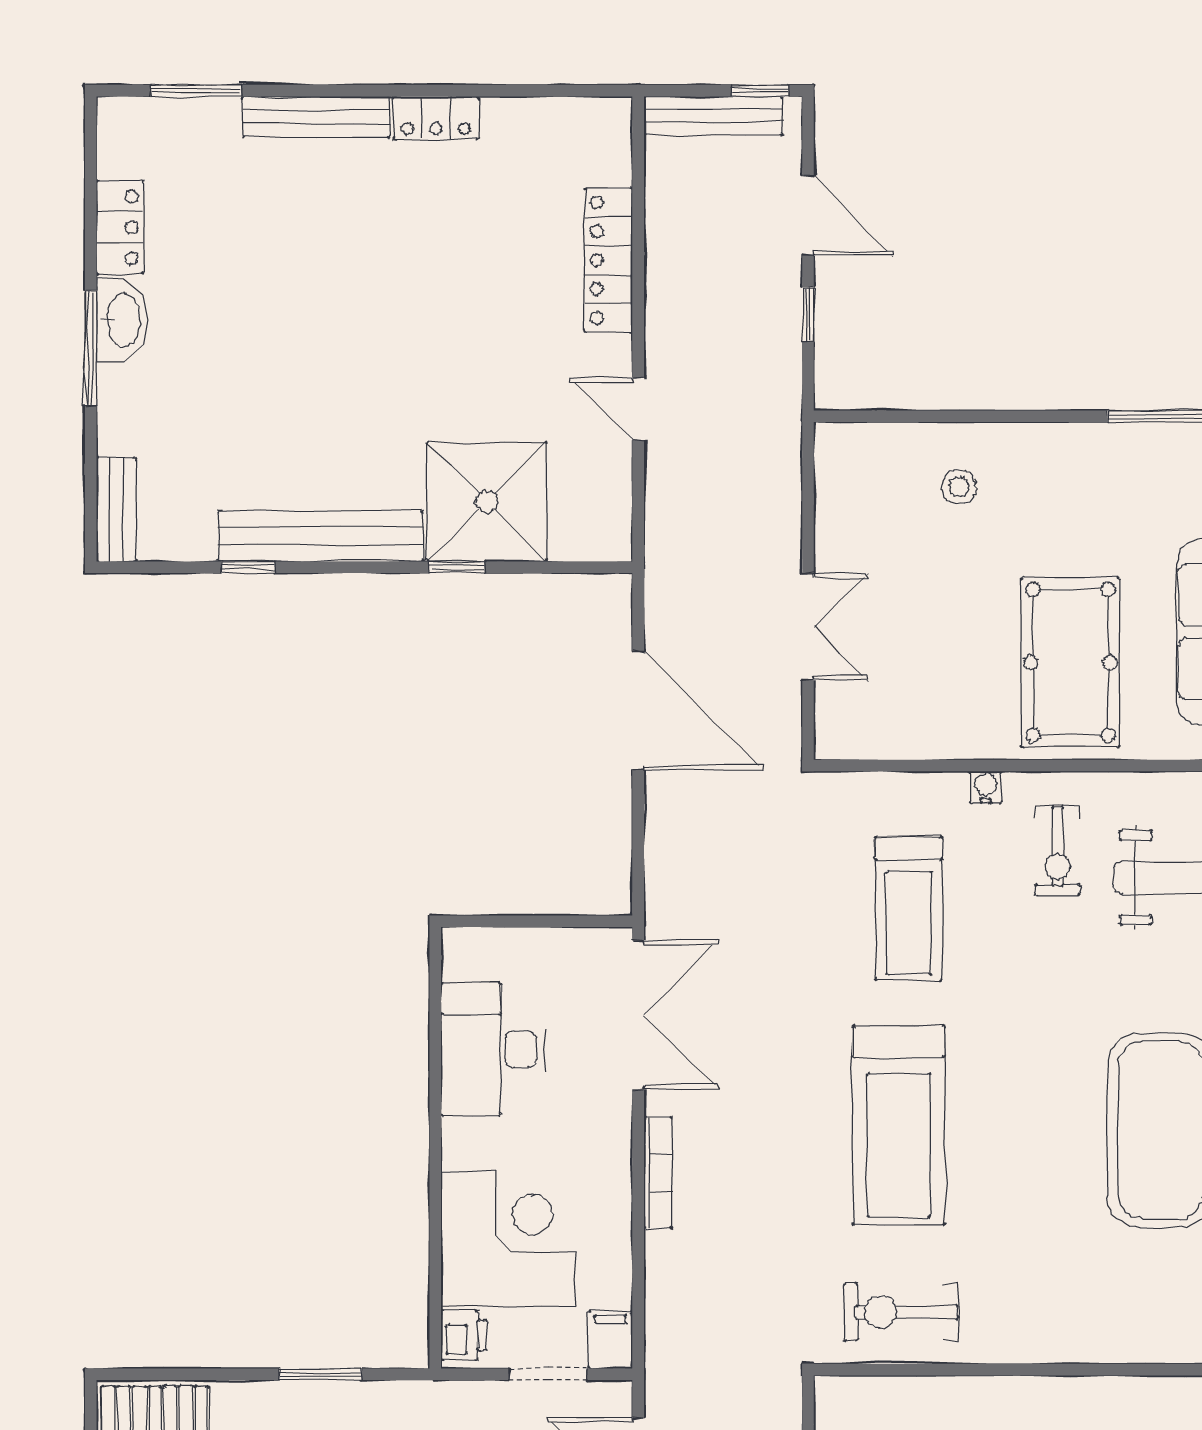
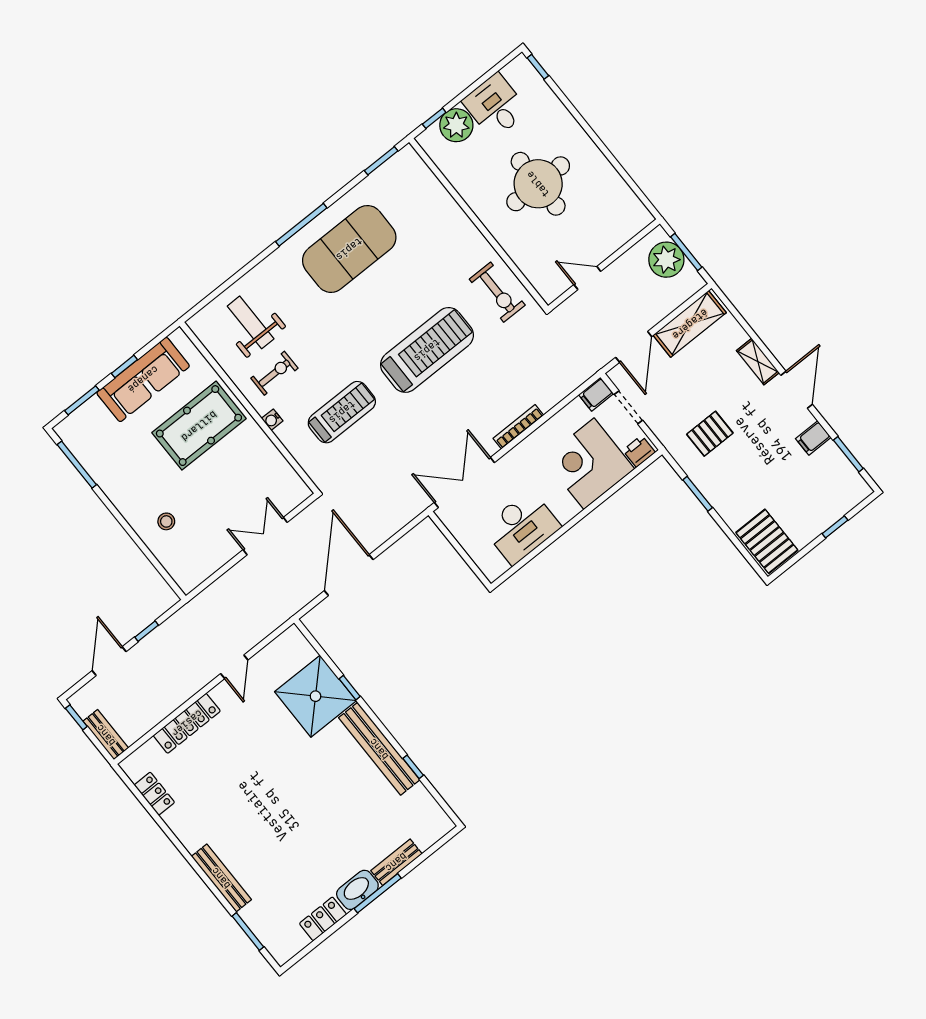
bench: (713, 116) -> (106, 735), width x0.73
locker: (436, 118) -> (154, 794), moved
bench: (116, 510) -> (396, 862), moved

